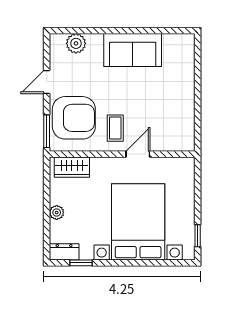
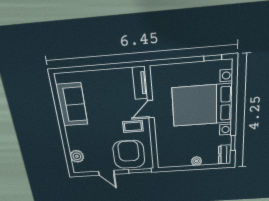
sofa: (133, 50) -> (72, 105), moved
tv unit: (174, 143) -> (140, 83), added
door: (138, 154) -> (151, 109), hinge flipped
wardrobe: (72, 167) -> (164, 153), removed

